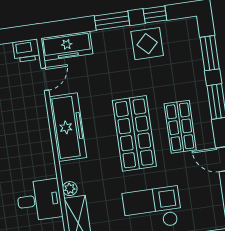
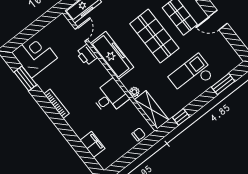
printer: (26, 51) -> (87, 55), moved, turned 90
desk: (39, 200) -> (110, 97), moved

